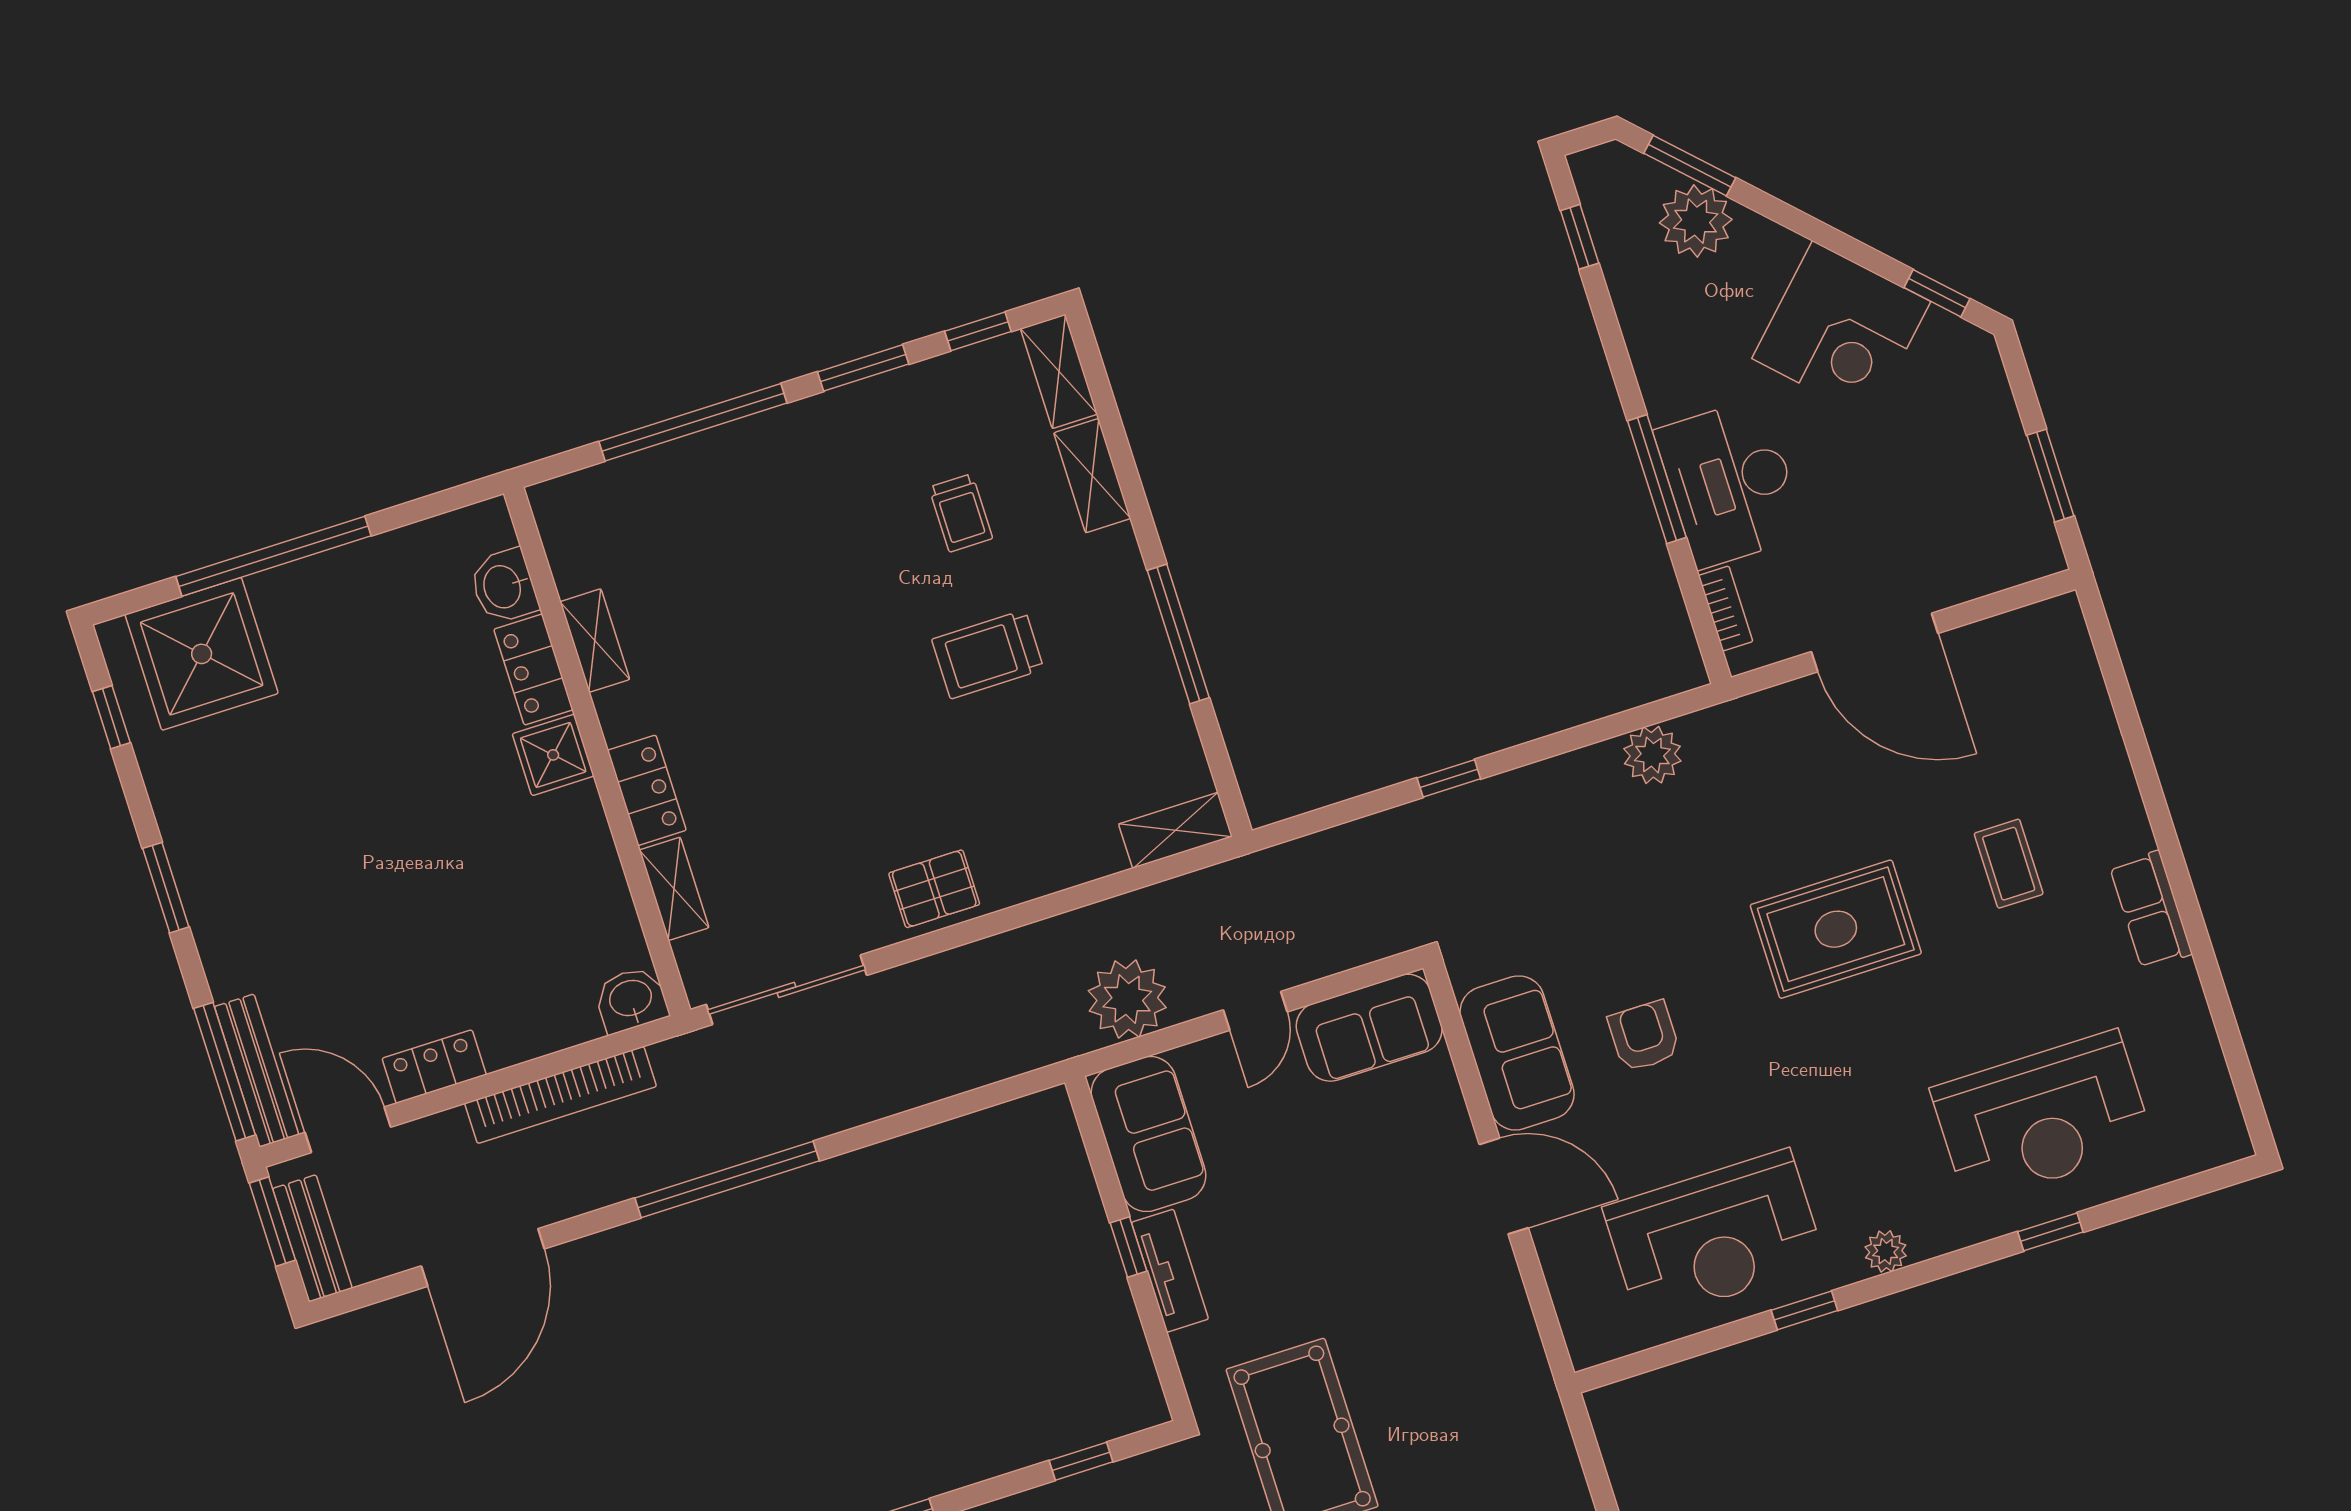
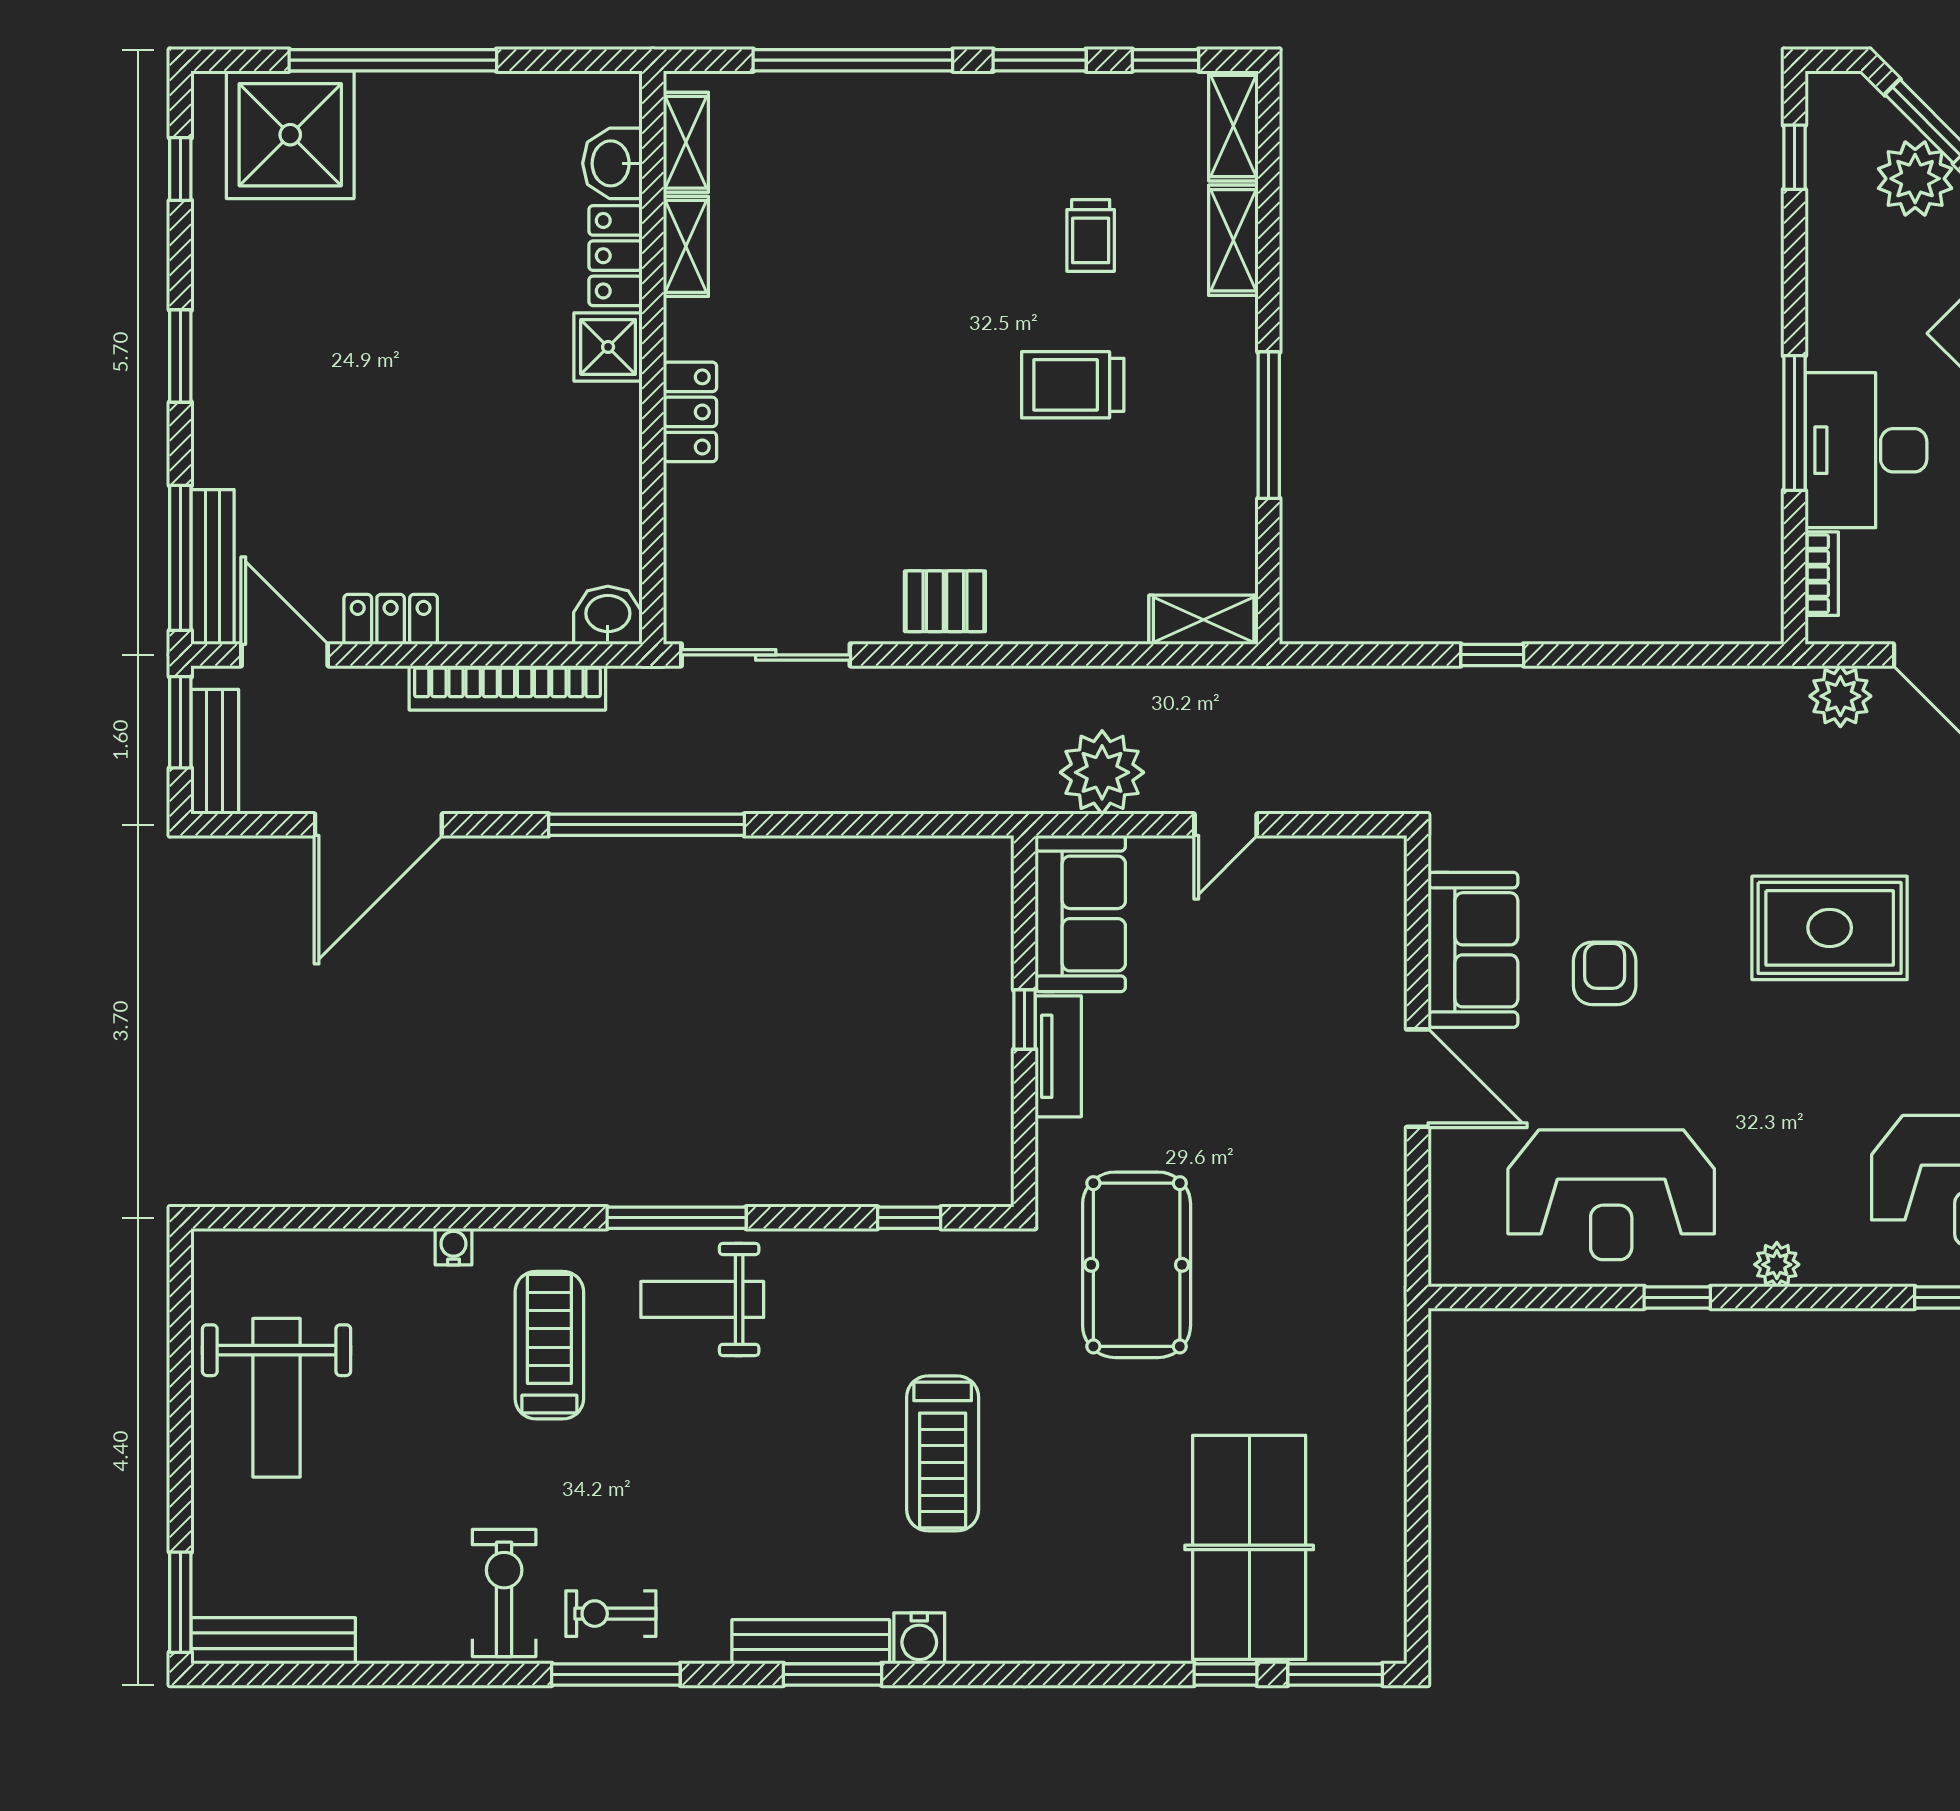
plant: (1652, 755) -> (1840, 696), moved
shelving: (674, 889) -> (686, 142), moved
sofa: (1369, 1028) -> (1334, 878), removed

